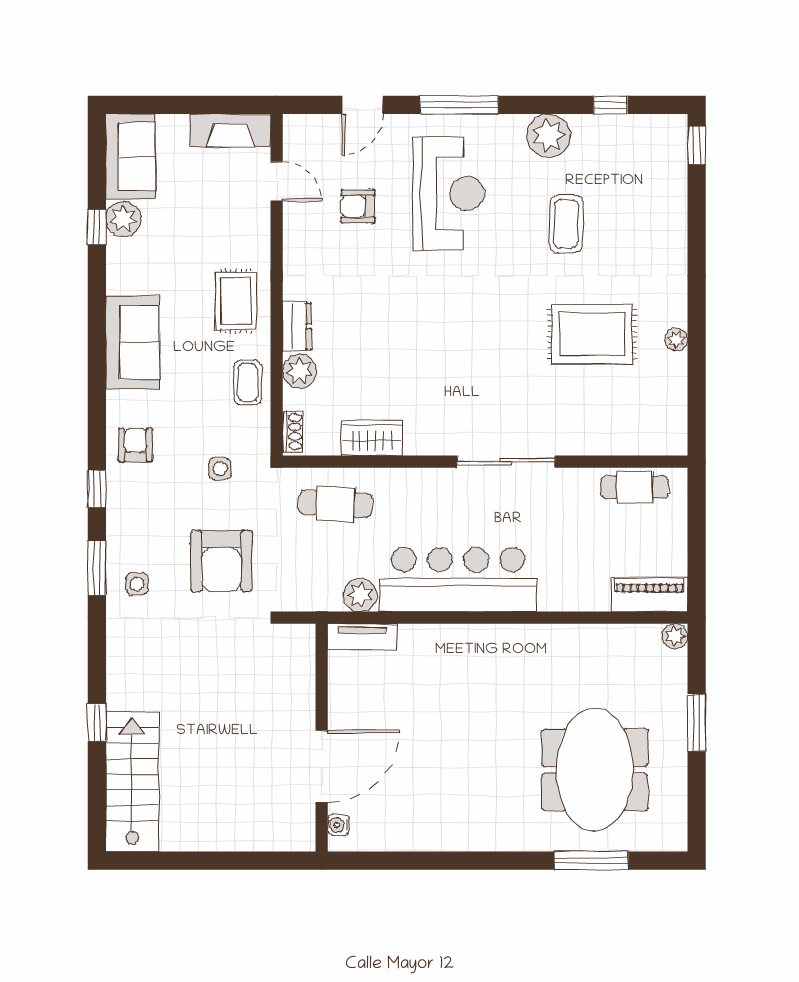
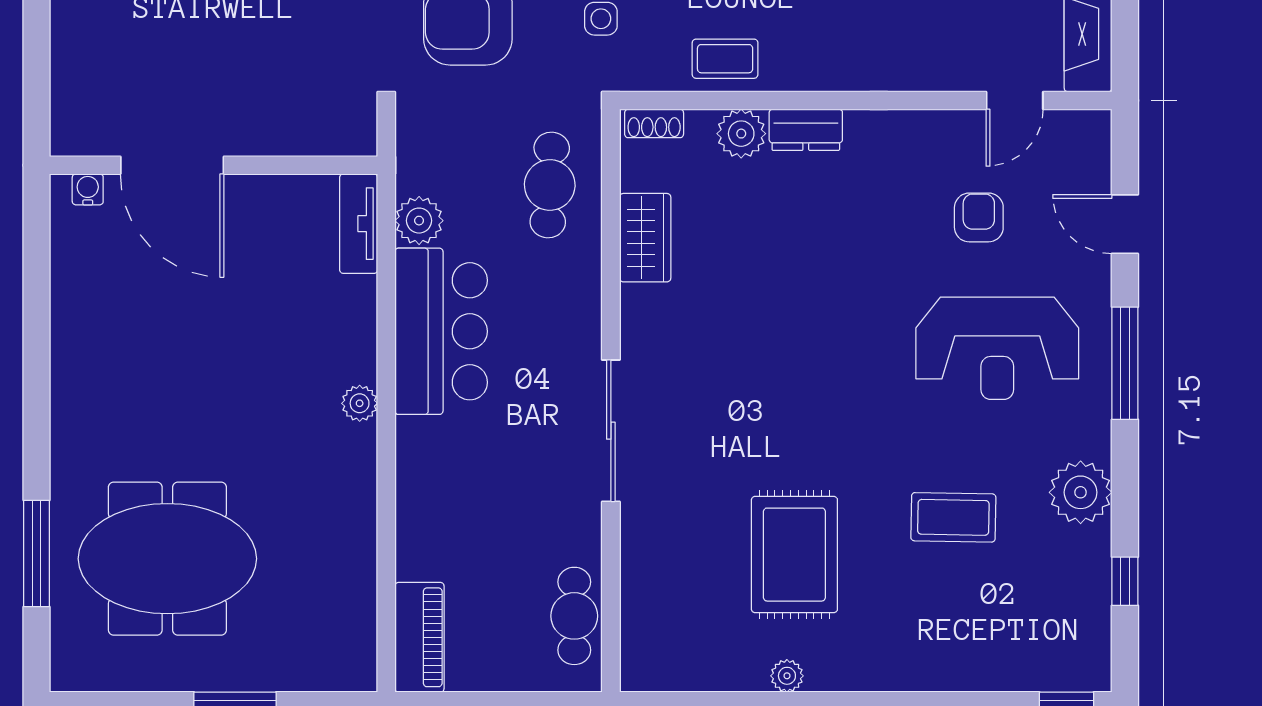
rug: (236, 301) -> (842, 42), removed
bar counter: (458, 580) -> (441, 331), width x0.73
plant: (675, 636) -> (360, 403), moved

